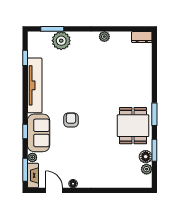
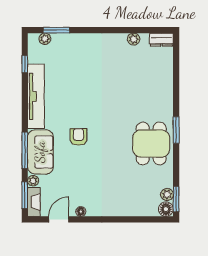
plant: (104, 37) -> (134, 39), moved
plant: (61, 41) -> (45, 39), moved, width x0.53, depth x0.53
window: (25, 131) -> (25, 150), width x2.17
window: (154, 150) -> (176, 199), moved
floor lamp: (146, 157) -> (166, 209), moved
door: (54, 190) -> (59, 219), hinge flipped

